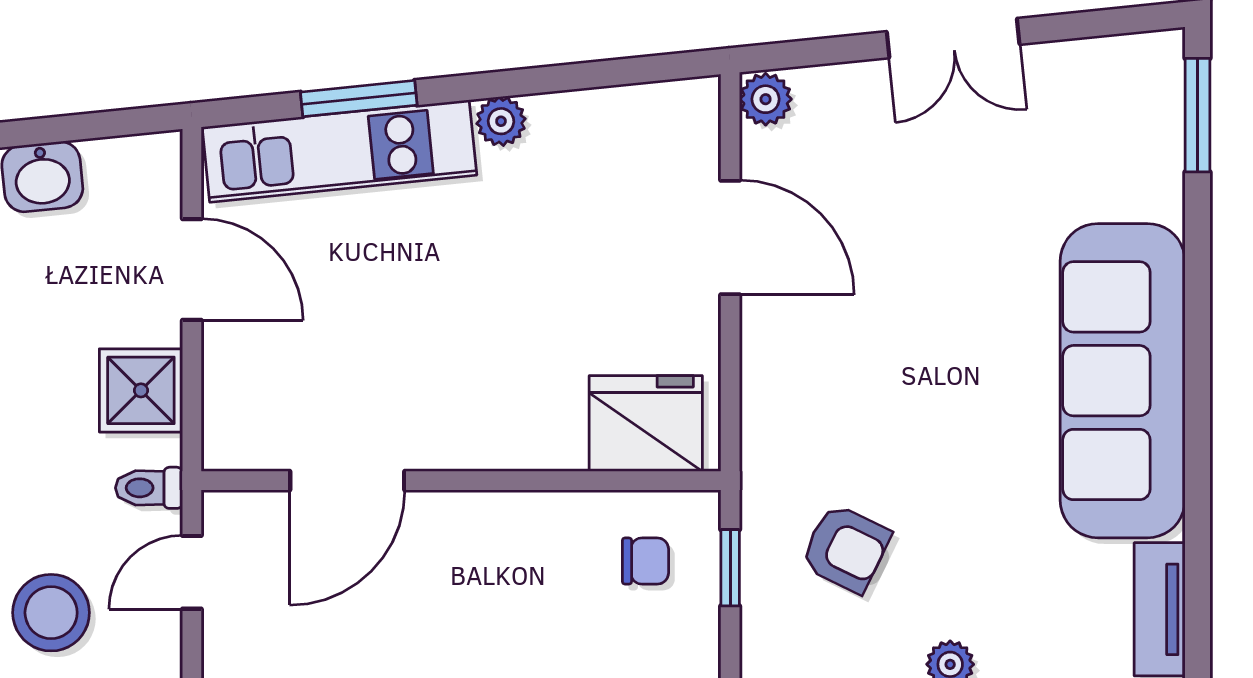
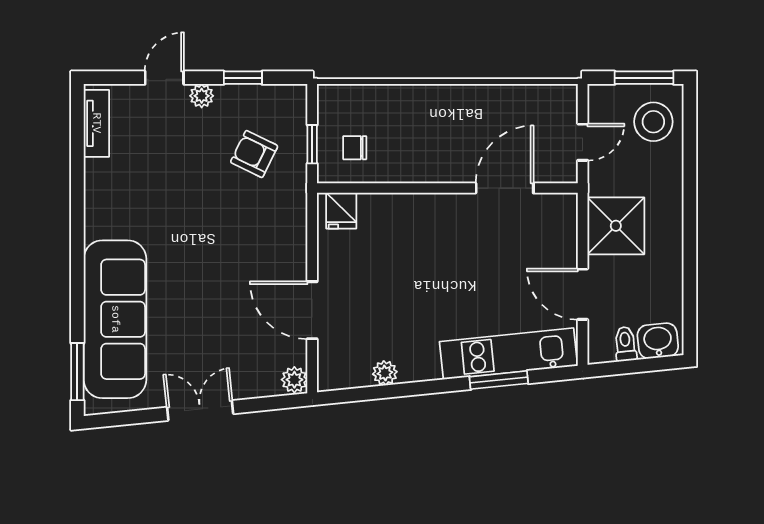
plant: (501, 121) -> (385, 373), moved
sofa: (1123, 381) -> (115, 319), moved
shower: (141, 390) -> (616, 226), width x1.36, depth x1.36
fridge: (646, 423) -> (341, 211), width x0.53, depth x0.75
toilet: (149, 488) -> (625, 344), moved, turned -96

